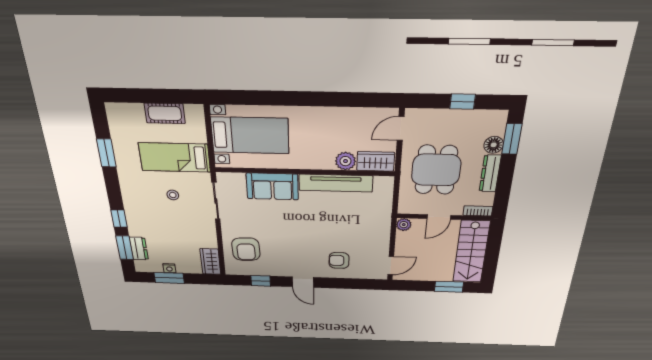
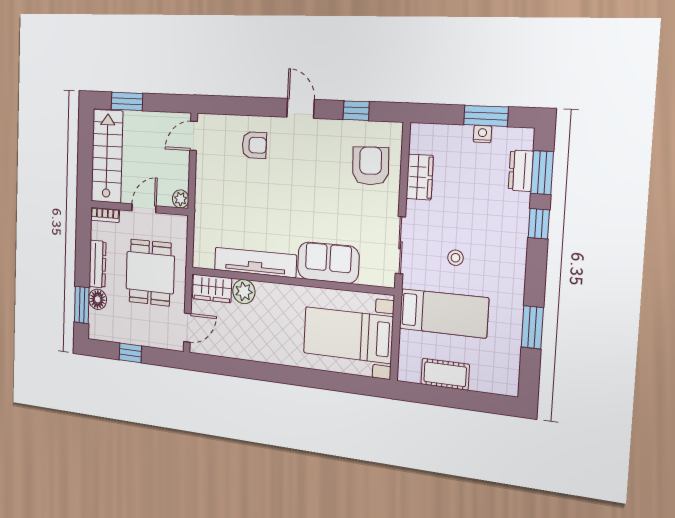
wardrobe: (210, 262) -> (420, 177), moved

